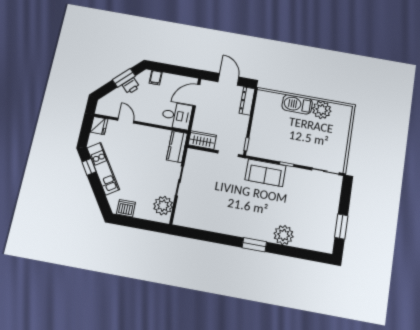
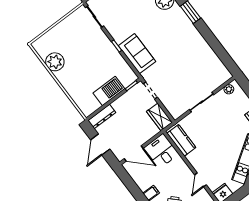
barbecue: (297, 104) -> (109, 91), moved, turned -90
kitchen counter: (177, 147) -> (181, 140), moved, turned -90
plant: (163, 206) -> (229, 89), width x0.53, depth x0.53

